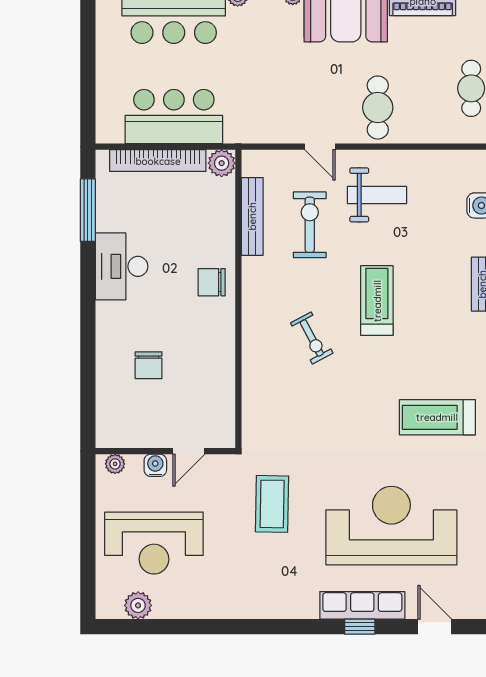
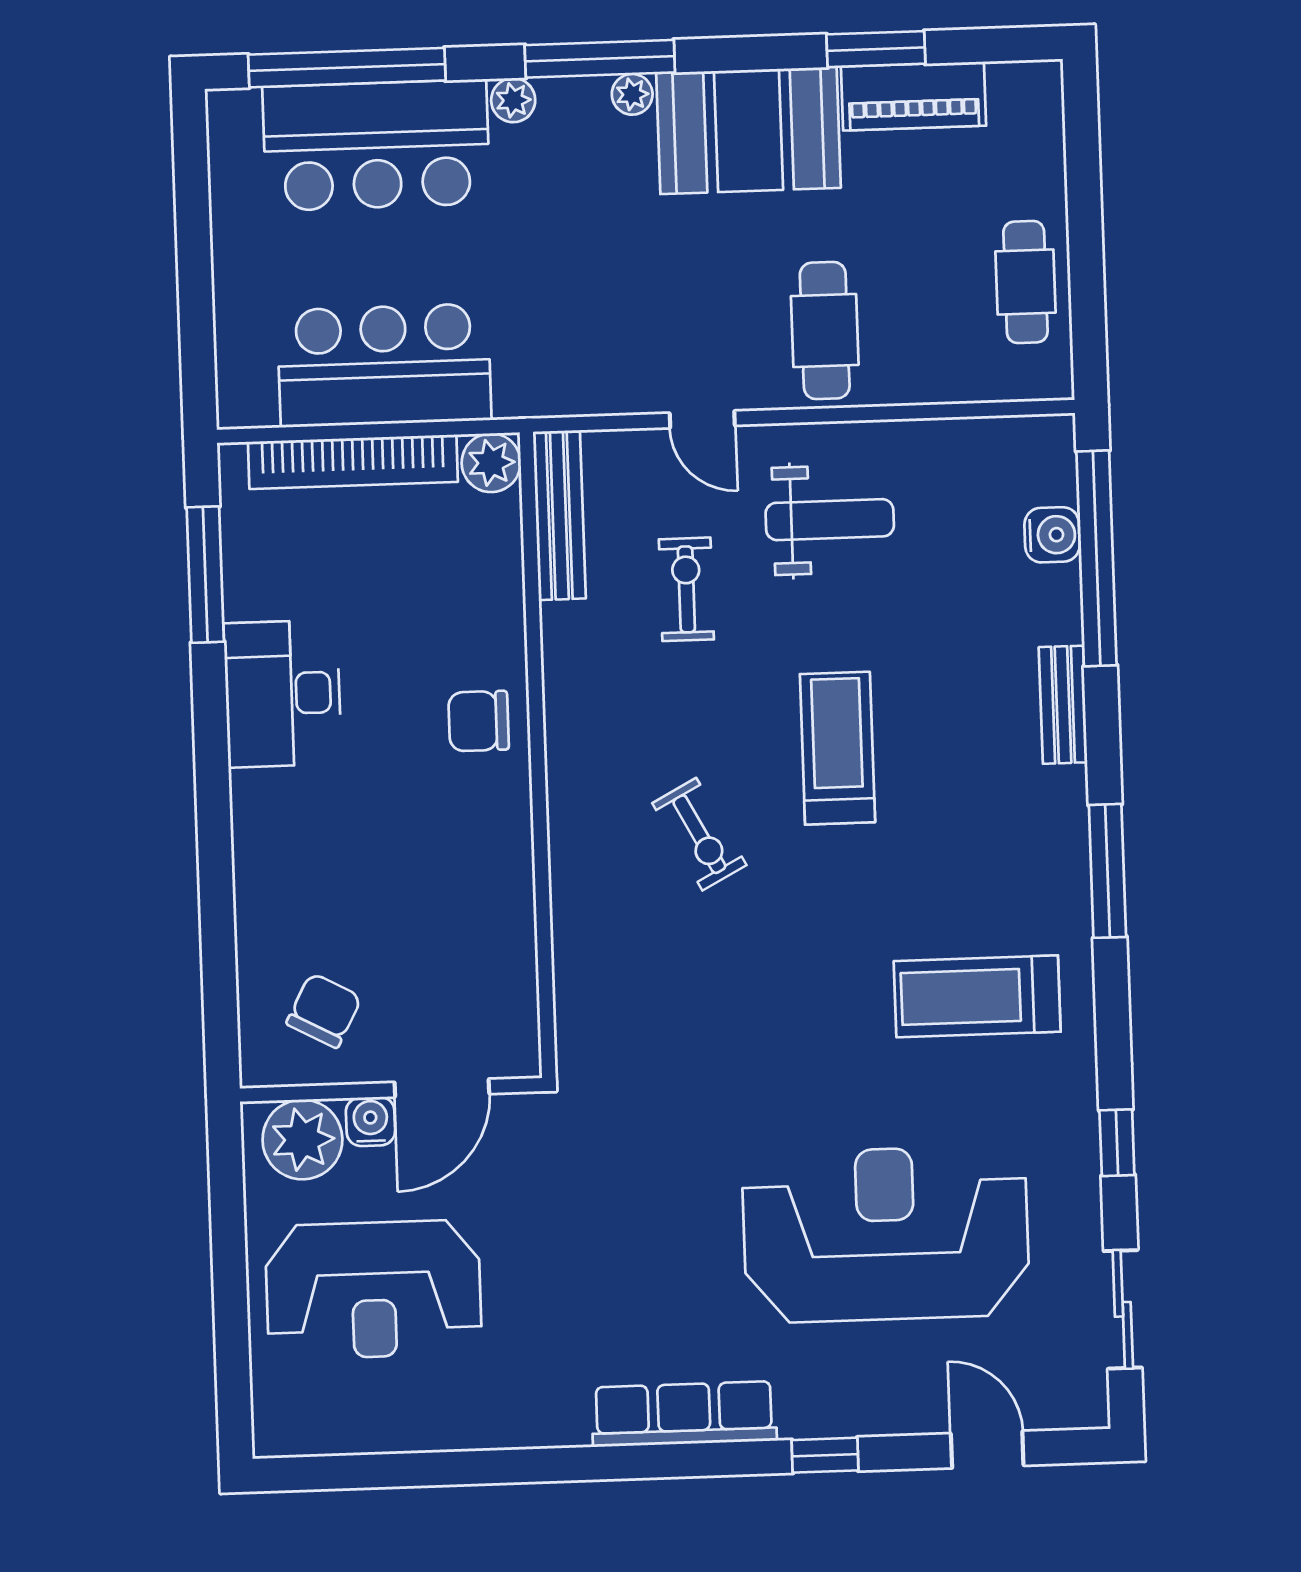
bench: (252, 216) -> (559, 515), moved
exercise bike: (310, 225) -> (686, 589), width x0.73, depth x0.72
chair: (149, 365) -> (324, 1010), moved, turned -152
door: (189, 451) -> (442, 1088), width x1.38
plant: (115, 464) -> (302, 1139), width x1.88, depth x1.88
coffee table: (272, 504) -> (626, 1196), removed
plant: (138, 605) -> (344, 1426), removed
row of seats: (362, 605) -> (684, 1414), moved

